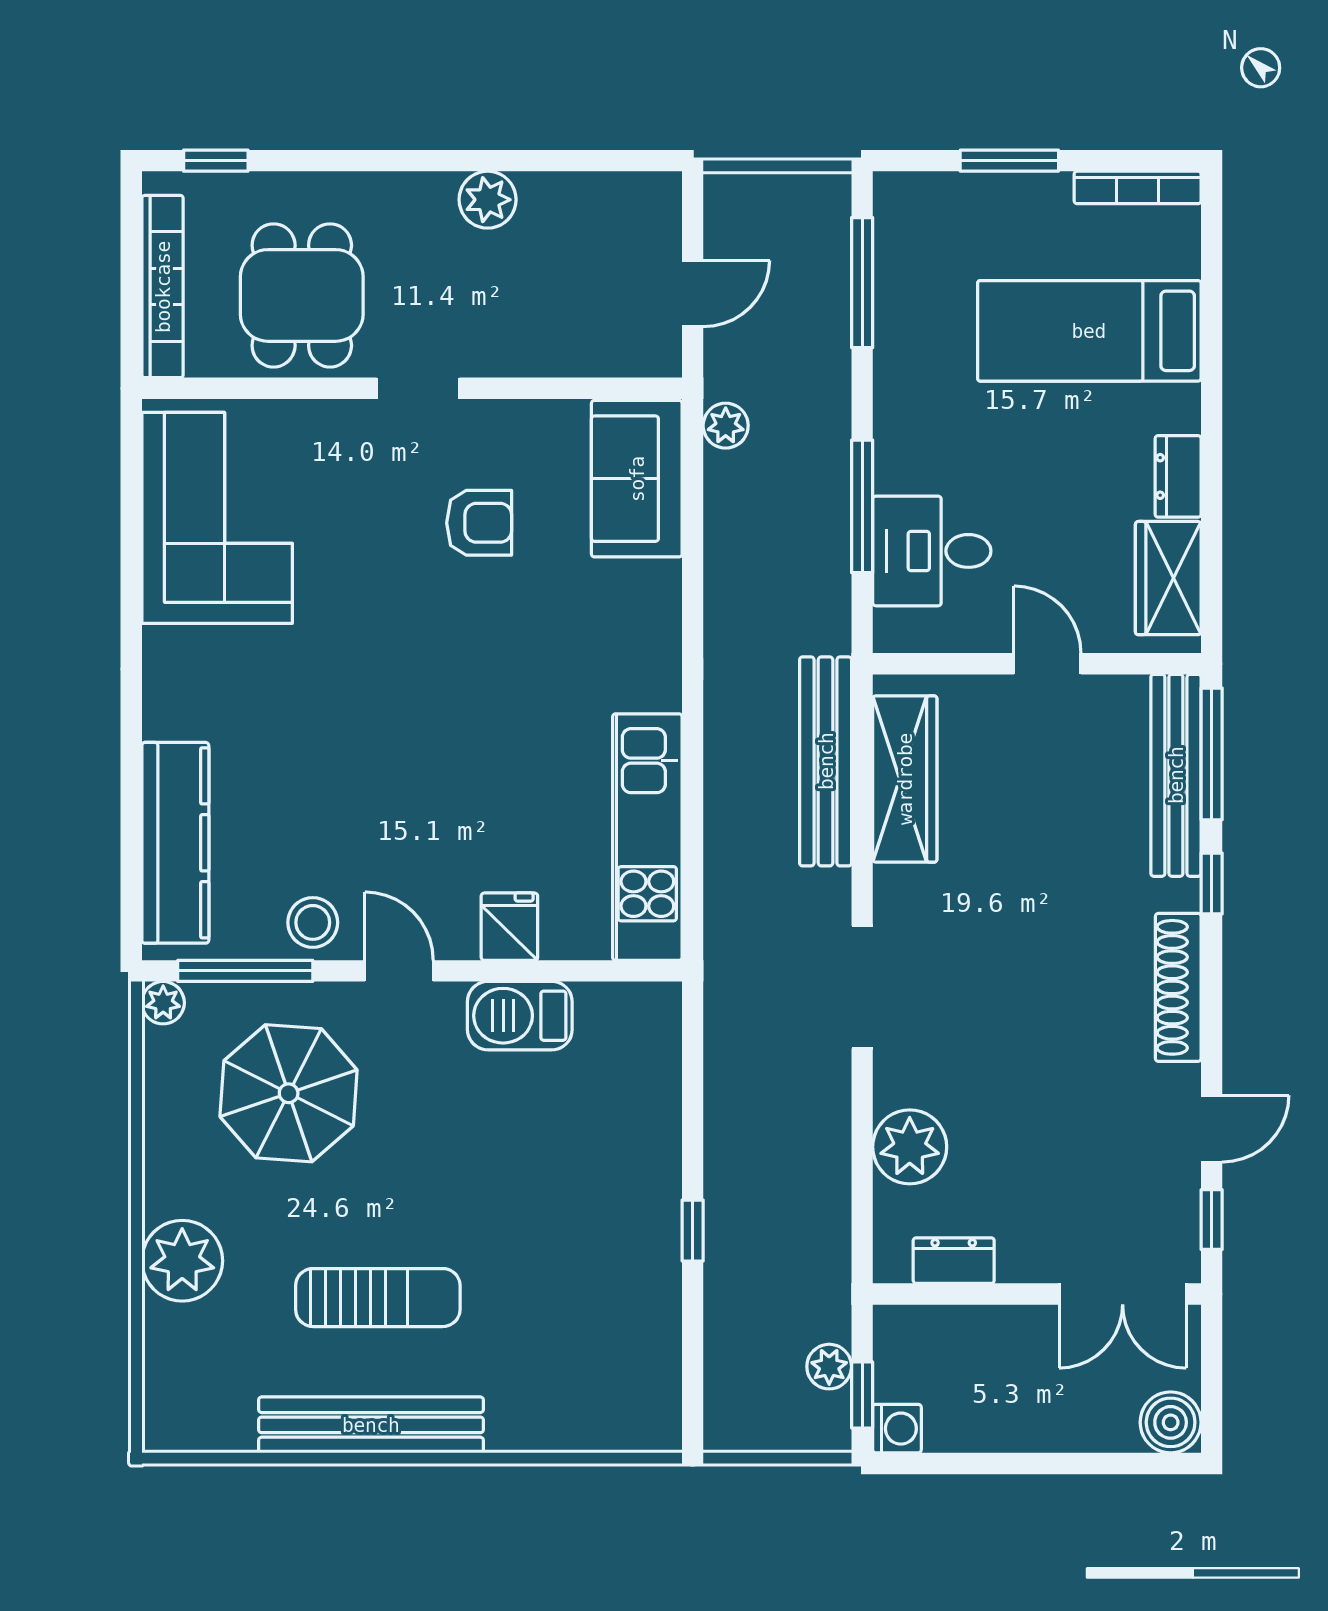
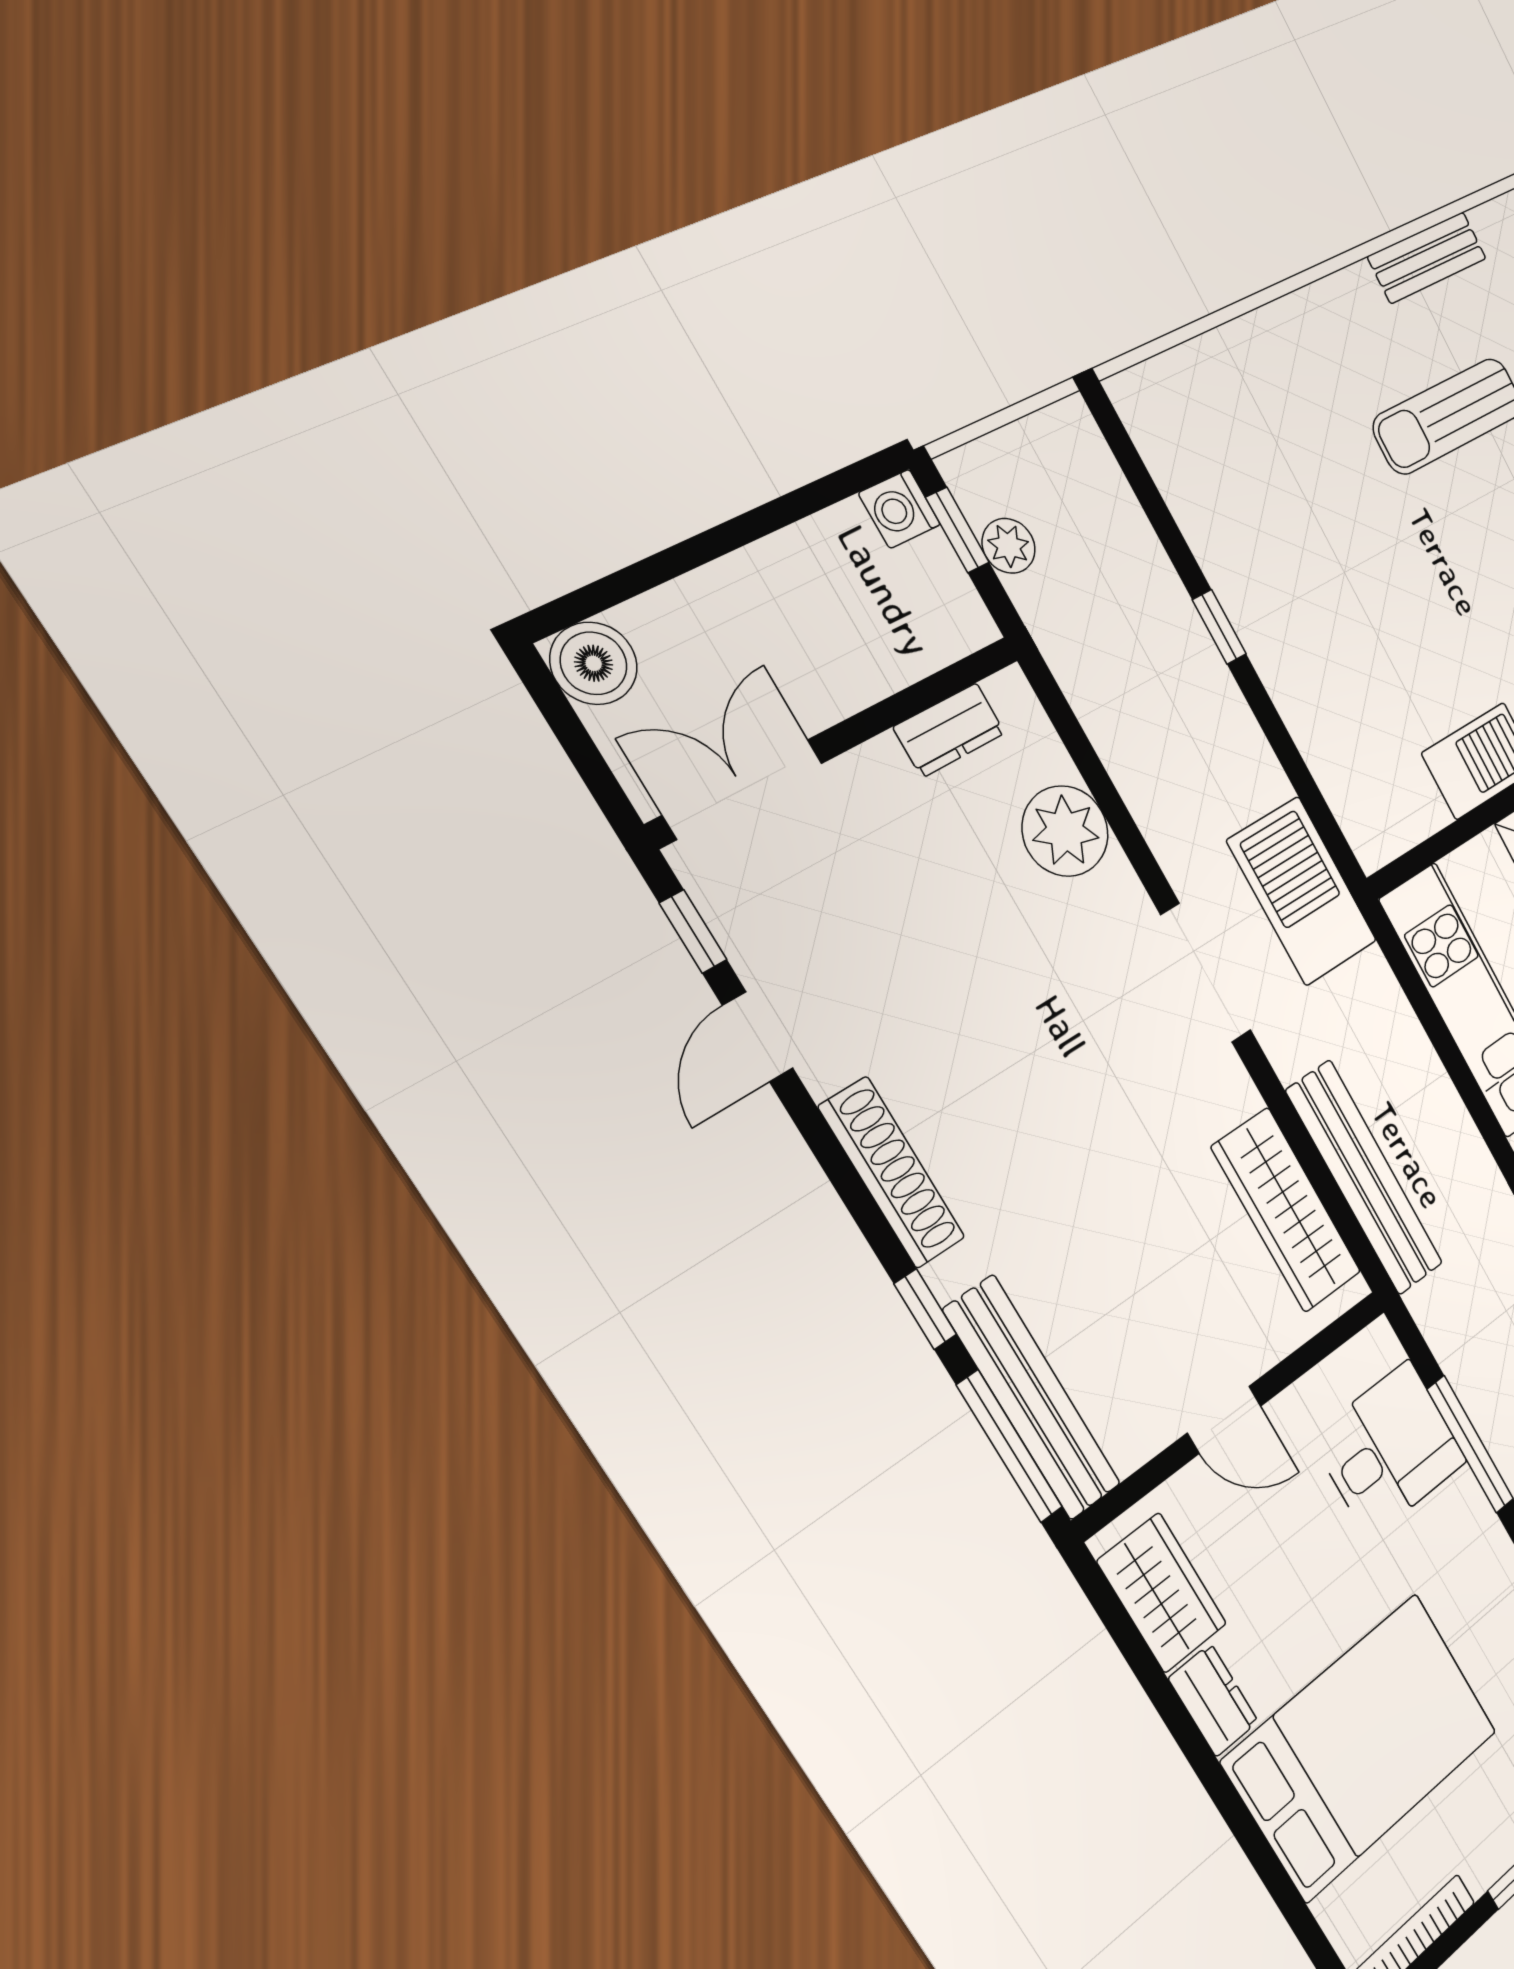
bed: (1089, 331) -> (1362, 1746), width x1.50
barbecue: (744, 1002) -> (1302, 891), added
bench: (371, 1425) -> (1427, 258), width x0.54, depth x0.82

